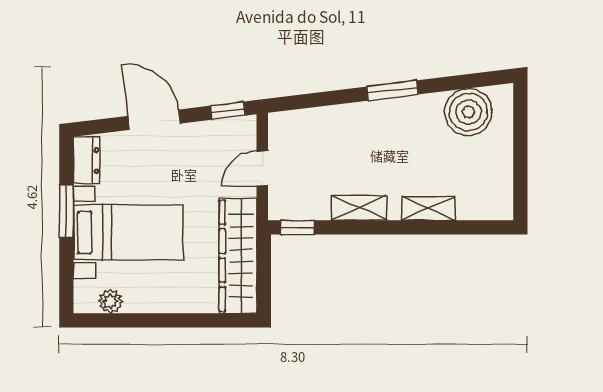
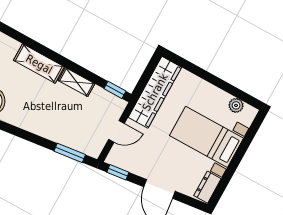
window: (392, 91) -> (70, 153), moved
shelving: (429, 208) -> (39, 64), width x1.50, depth x1.33
window: (66, 211) -> (233, 166), removed

